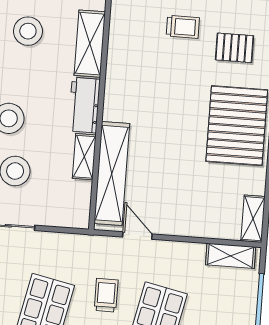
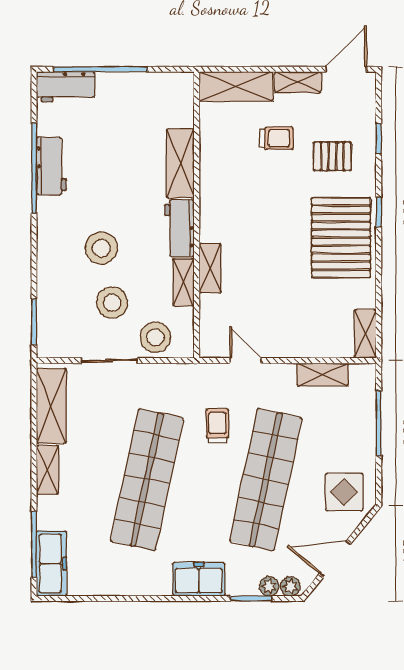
stool: (28, 31) -> (155, 337), moved
shelving: (112, 174) -> (210, 268), width x0.45, depth x0.75
shelving: (231, 256) -> (323, 375), moved

